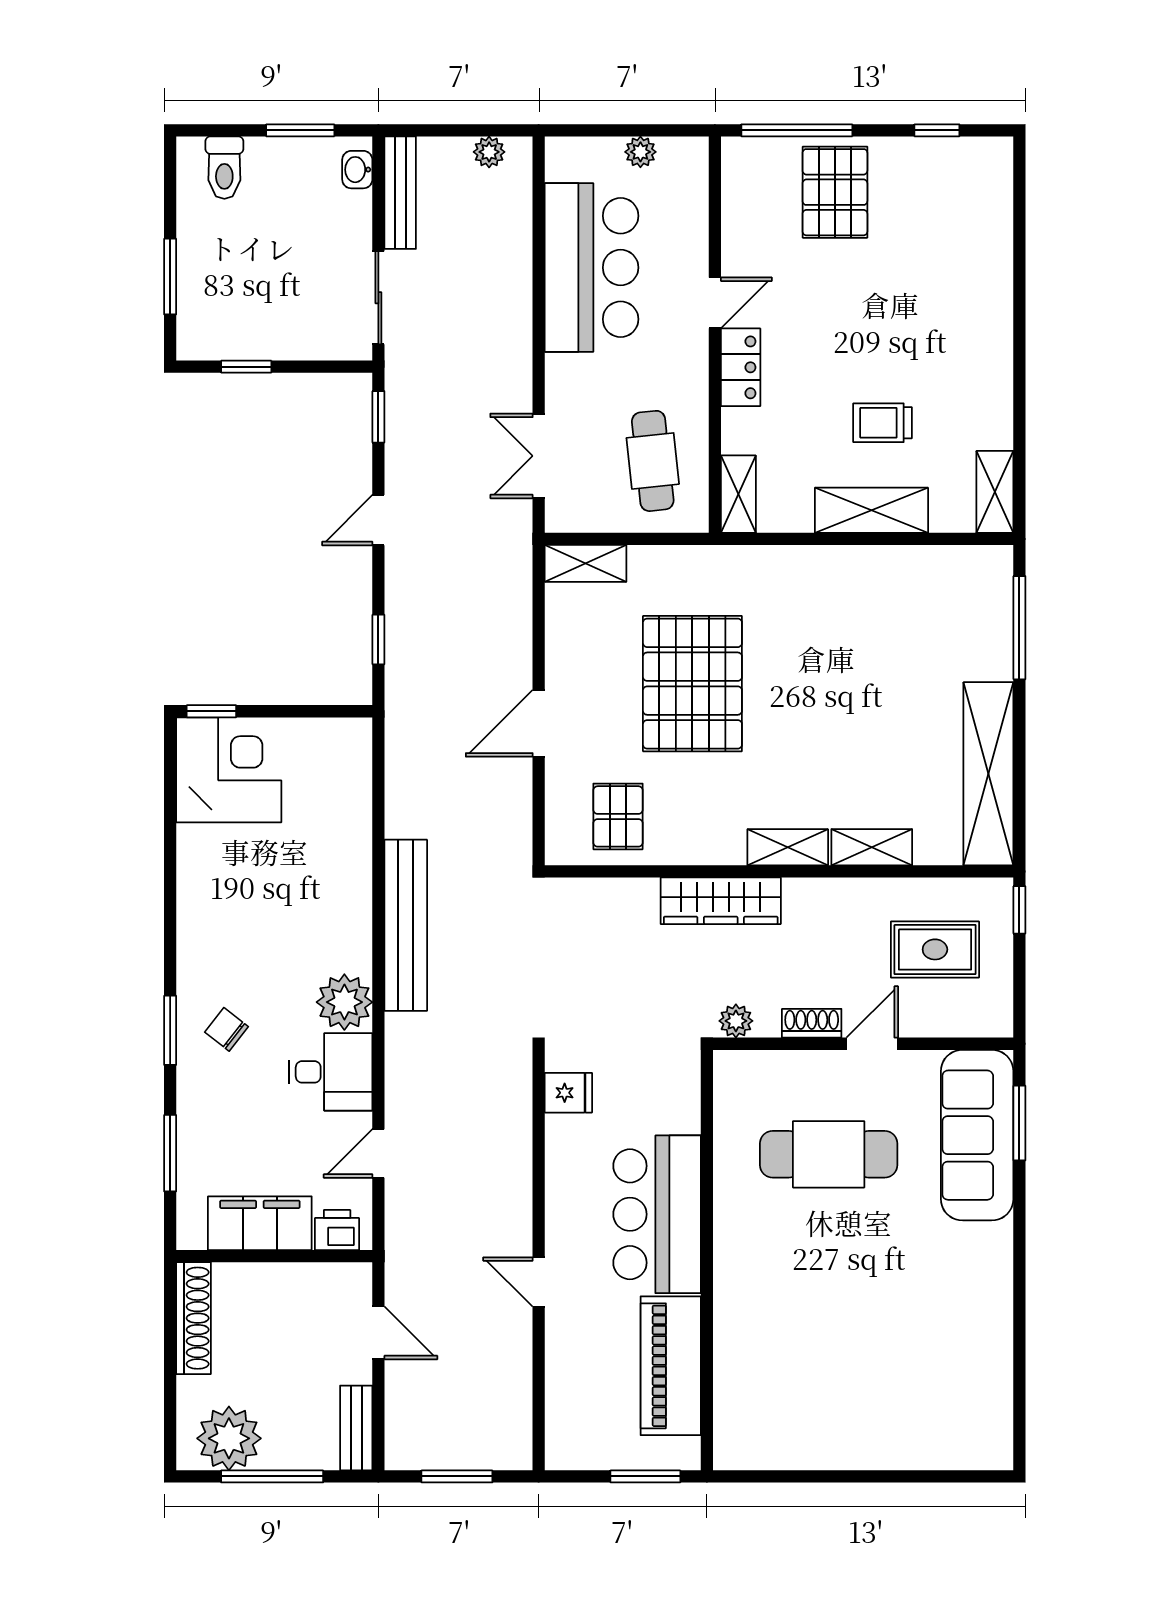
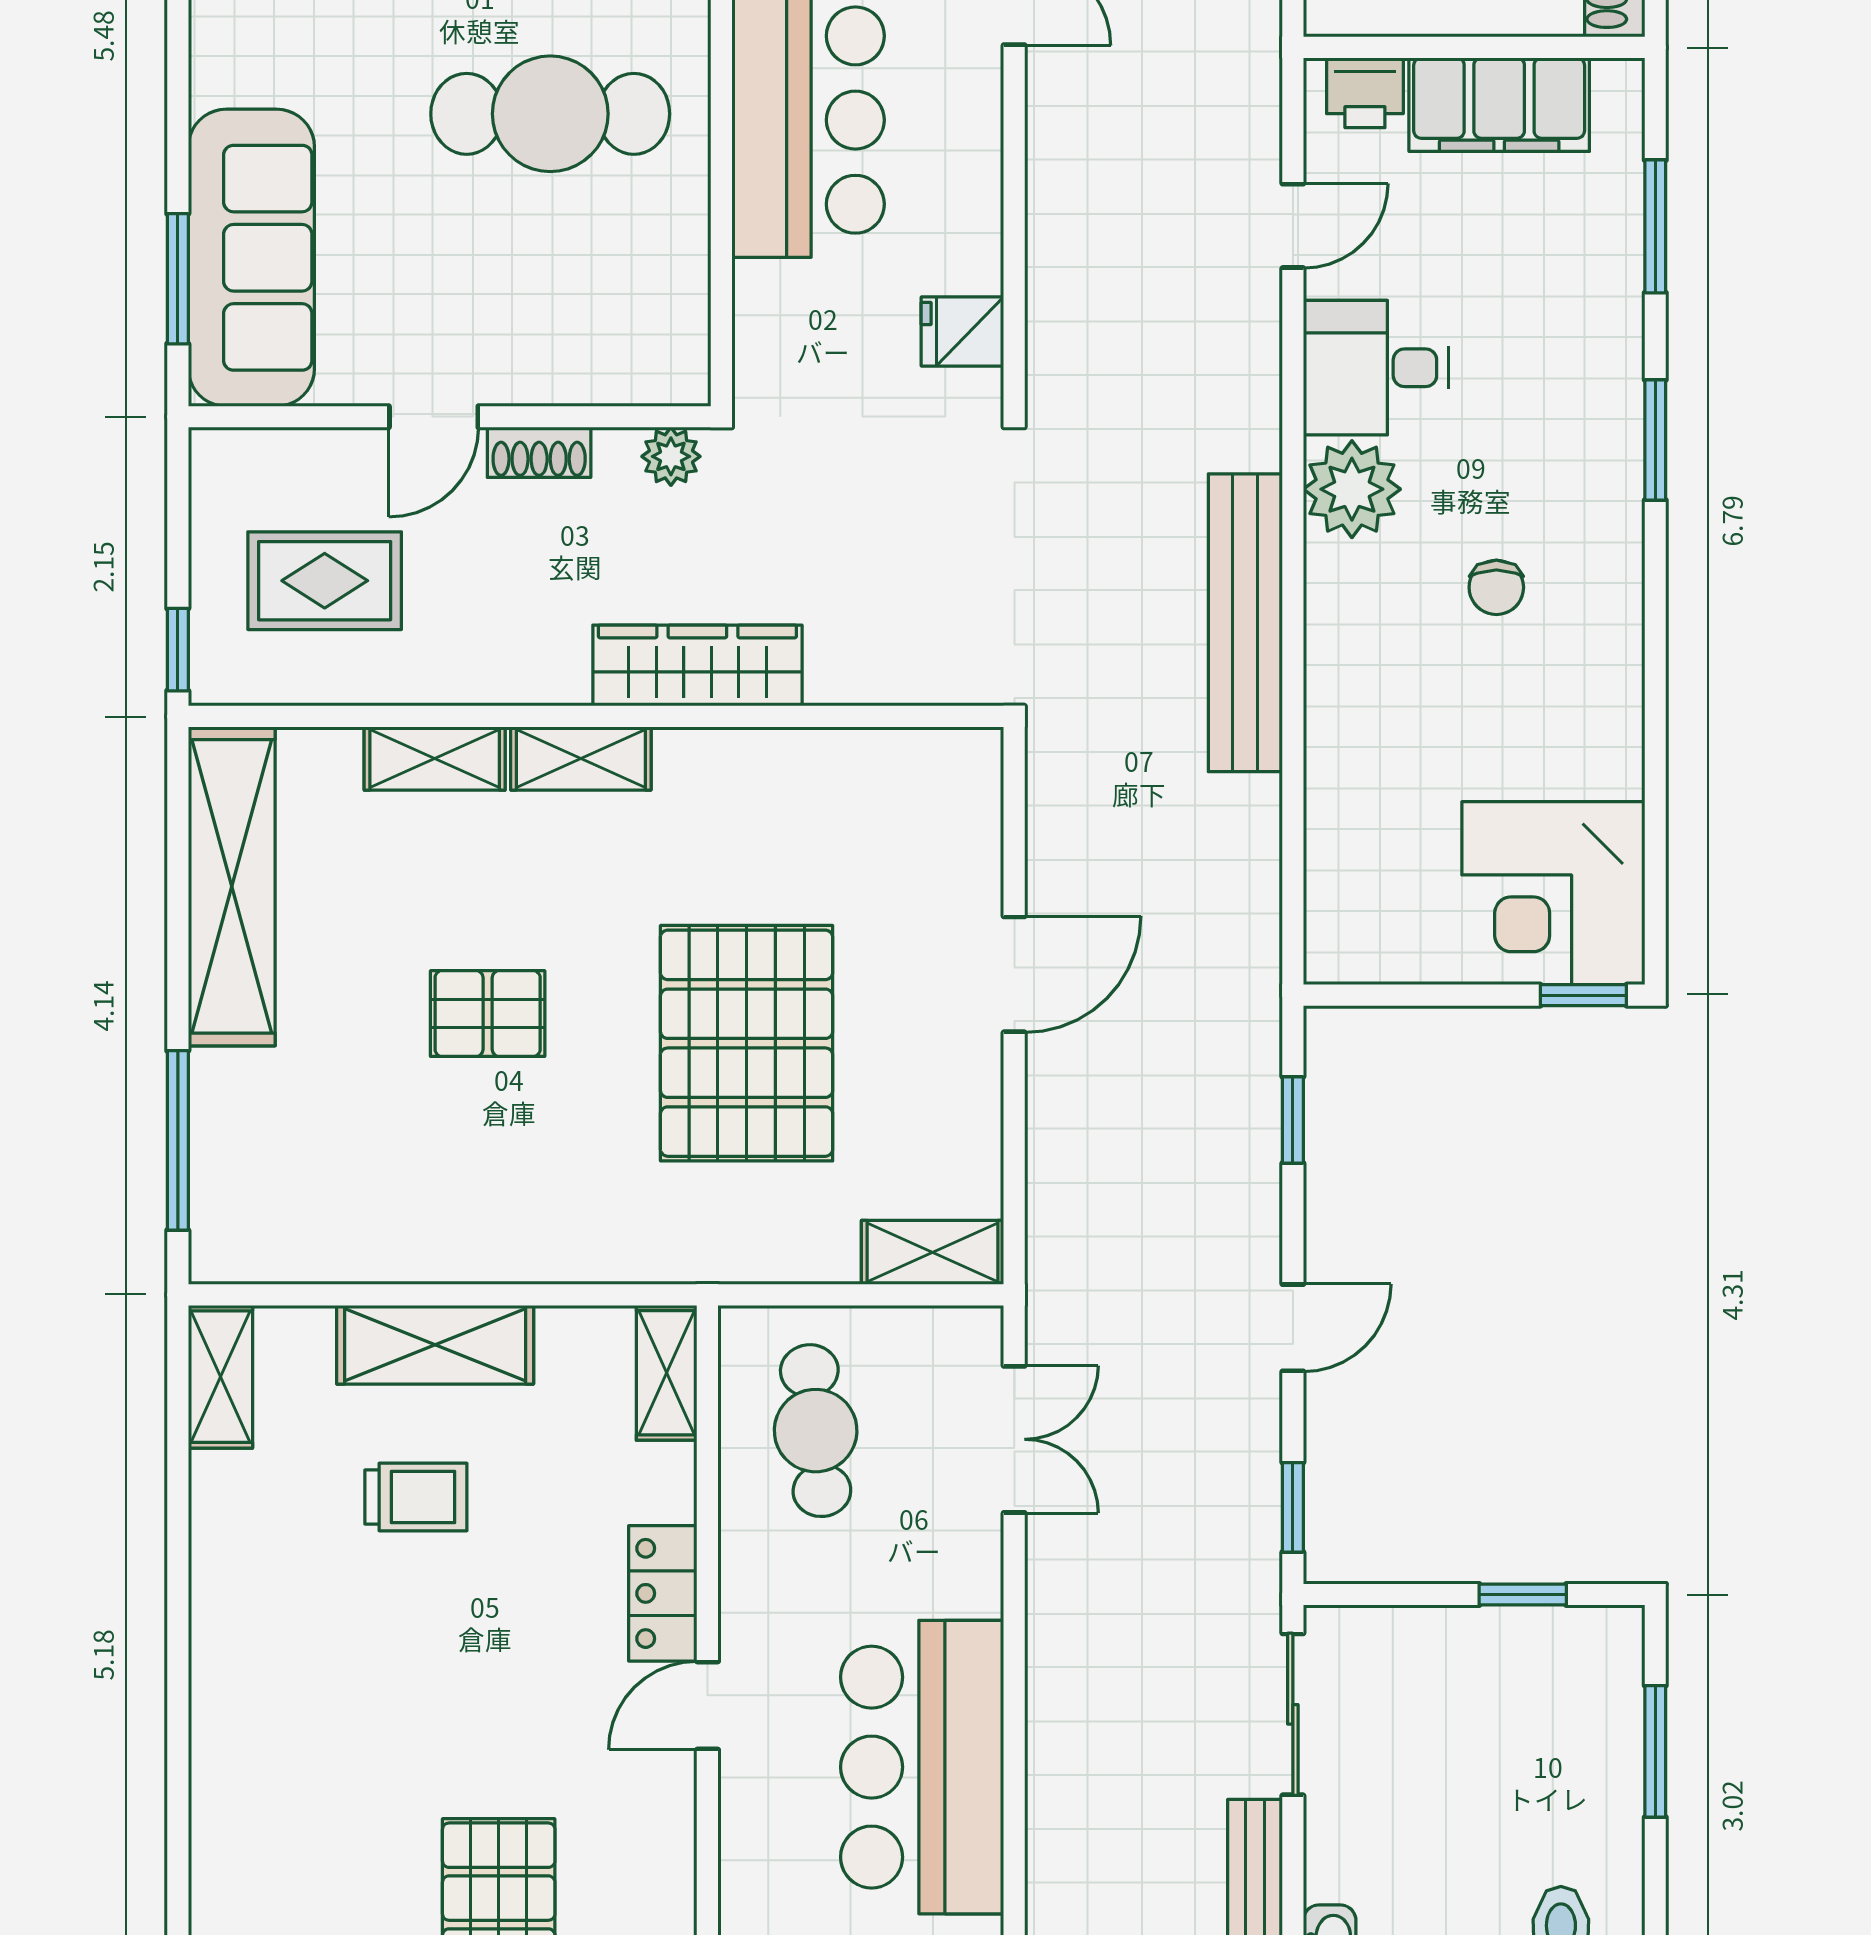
pallet: (618, 816) -> (488, 1014), moved, turned 90
chair: (227, 1029) -> (1496, 587), moved, turned 52
cafe table: (829, 1154) -> (550, 114), moved

